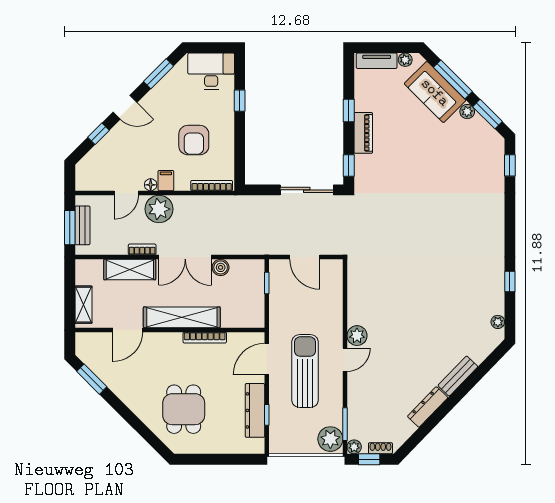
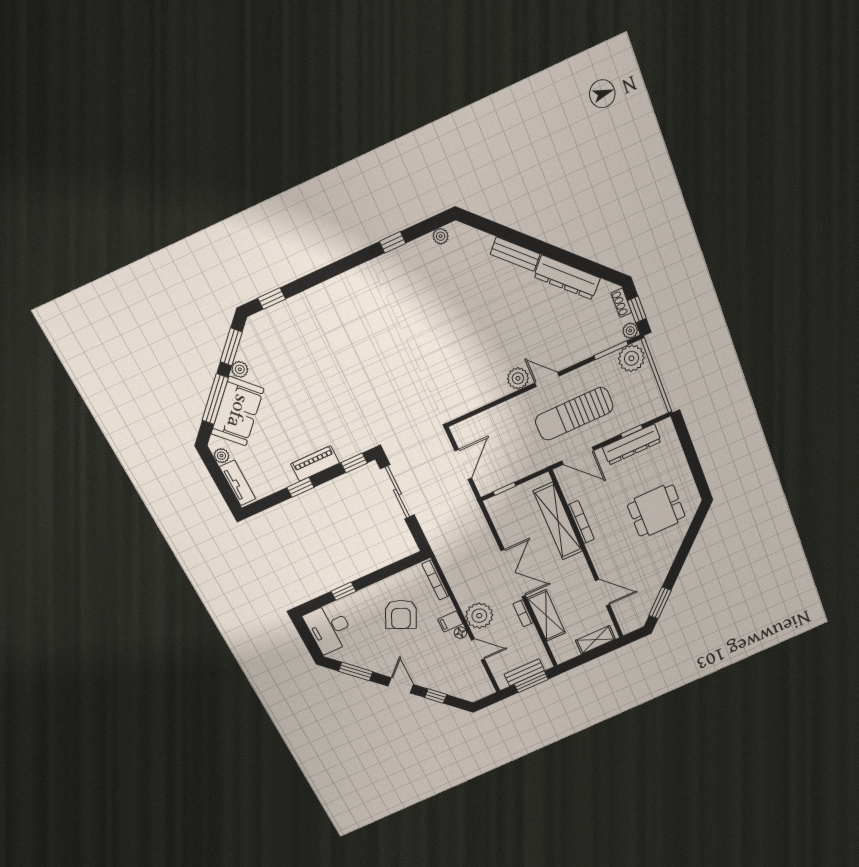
armchair: (194, 140) -> (401, 614), turned 115
boiler: (221, 267) -> (509, 538), removed
shelving: (182, 317) -> (558, 521), moved
dresser: (428, 407) -> (567, 277), width x1.37, depth x1.24

